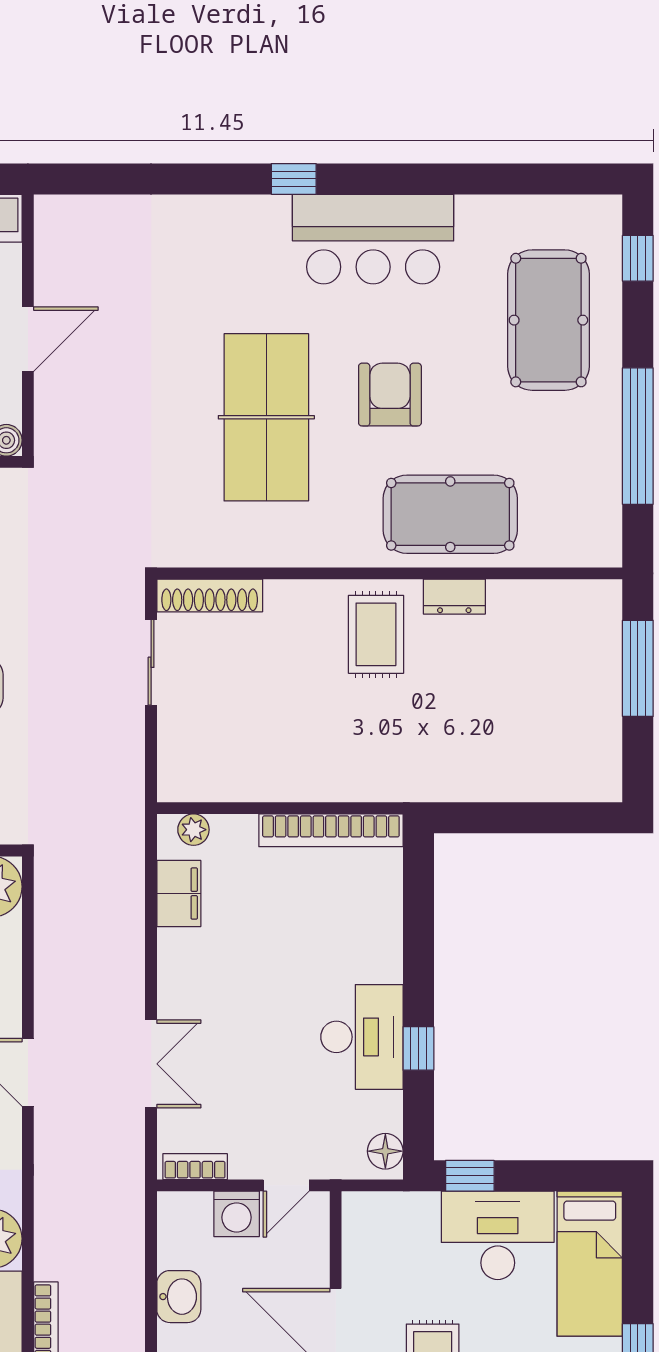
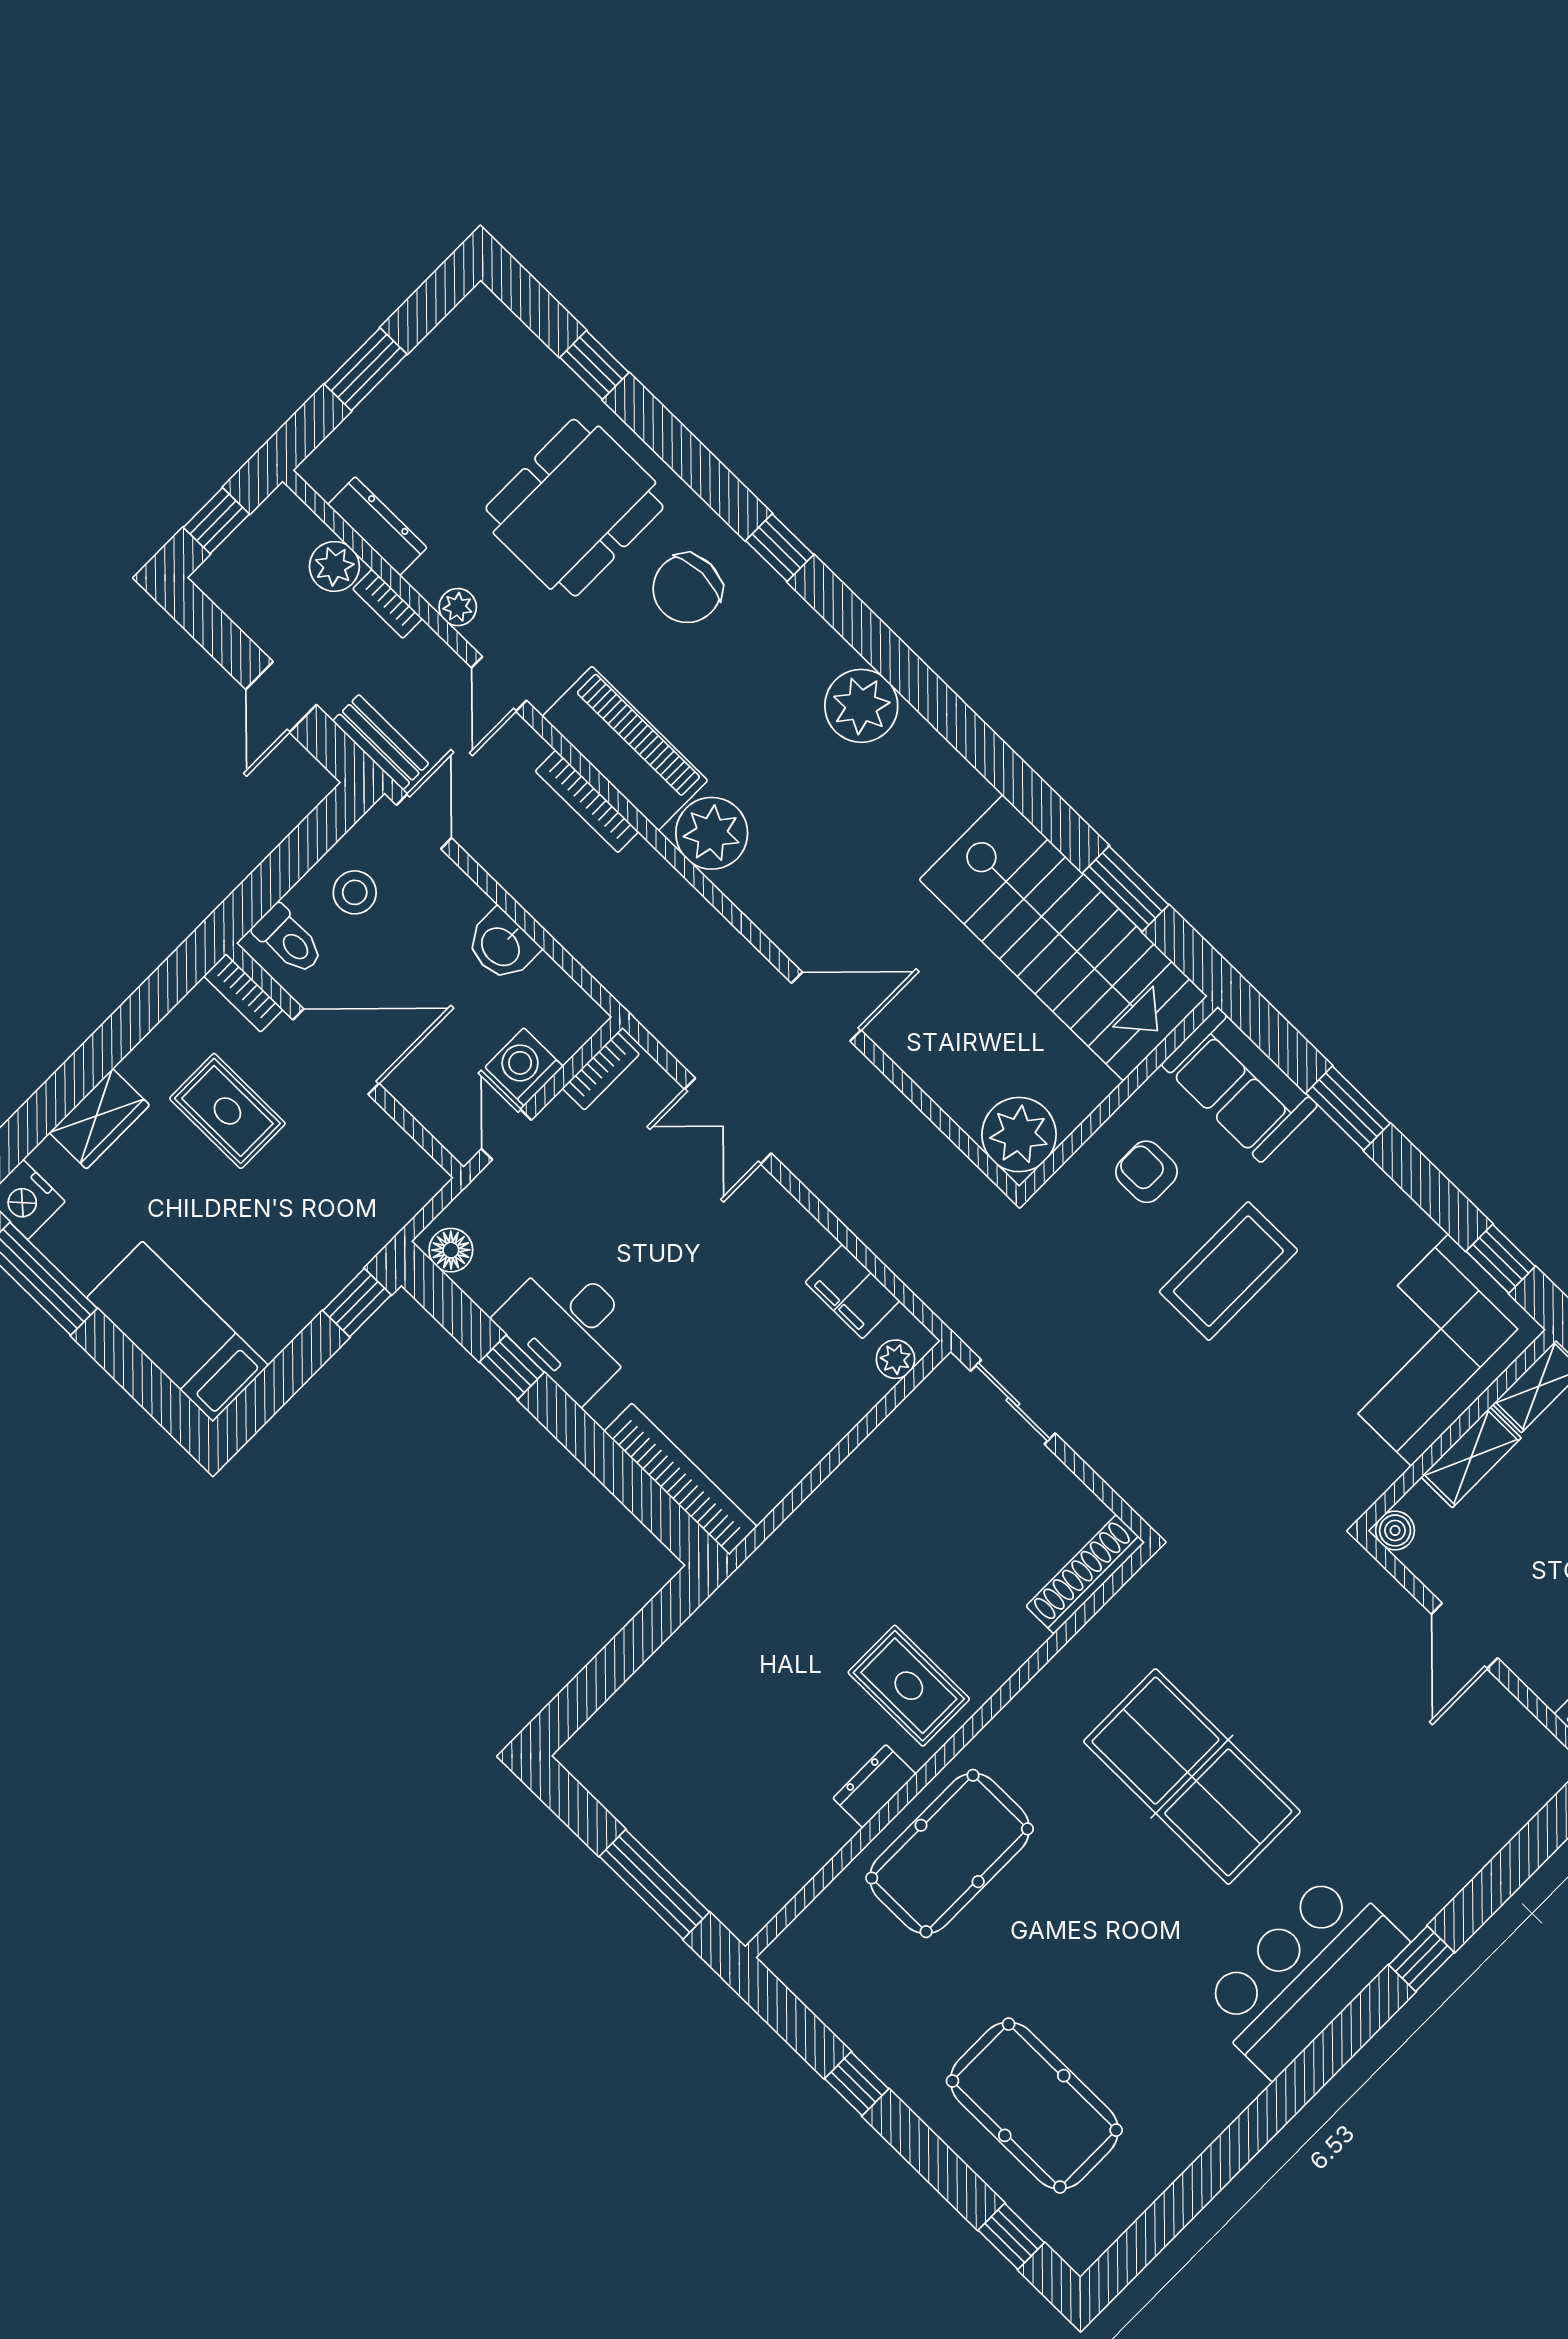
window: (294, 179) -> (1421, 1959), moved
bar counter: (373, 239) -> (1303, 1974), moved
armchair: (390, 395) -> (1105, 1904), removed
window: (638, 436) -> (857, 2084), width x0.32
sliding door: (151, 662) -> (1013, 1402), moved
bookcase: (331, 830) -> (680, 1479), moved, turned 90
desk: (498, 1235) -> (281, 1276), removed

